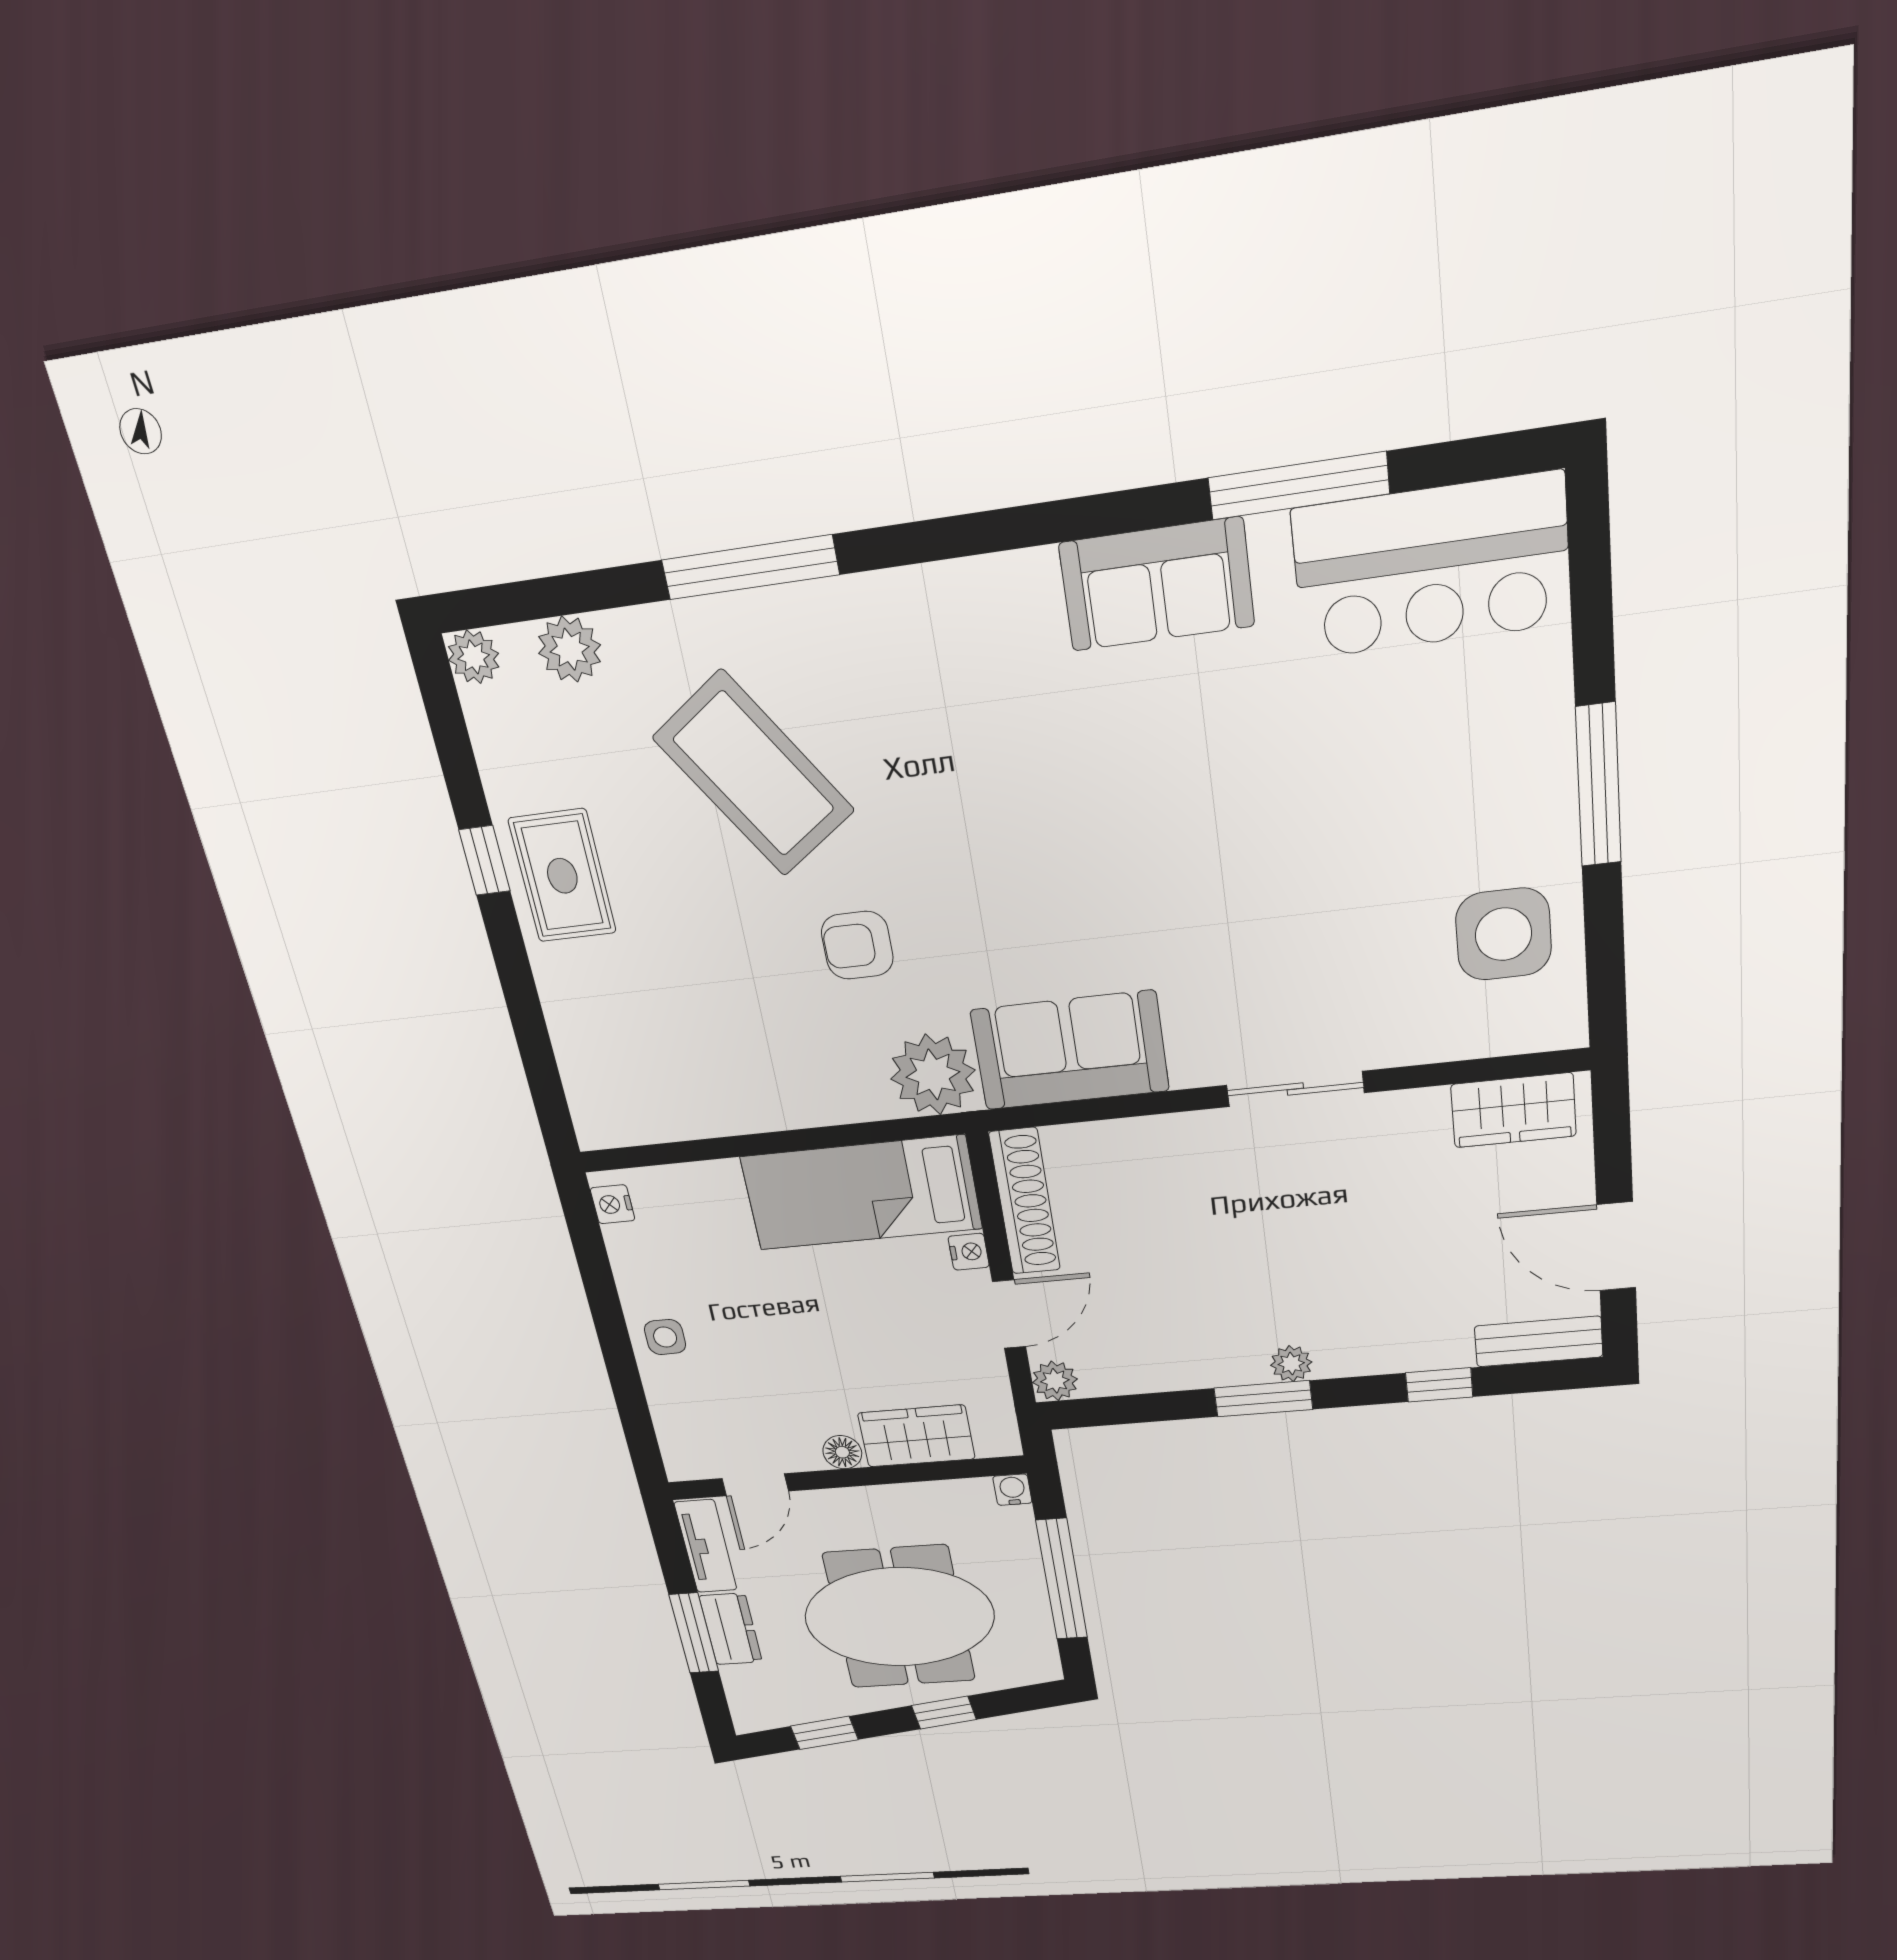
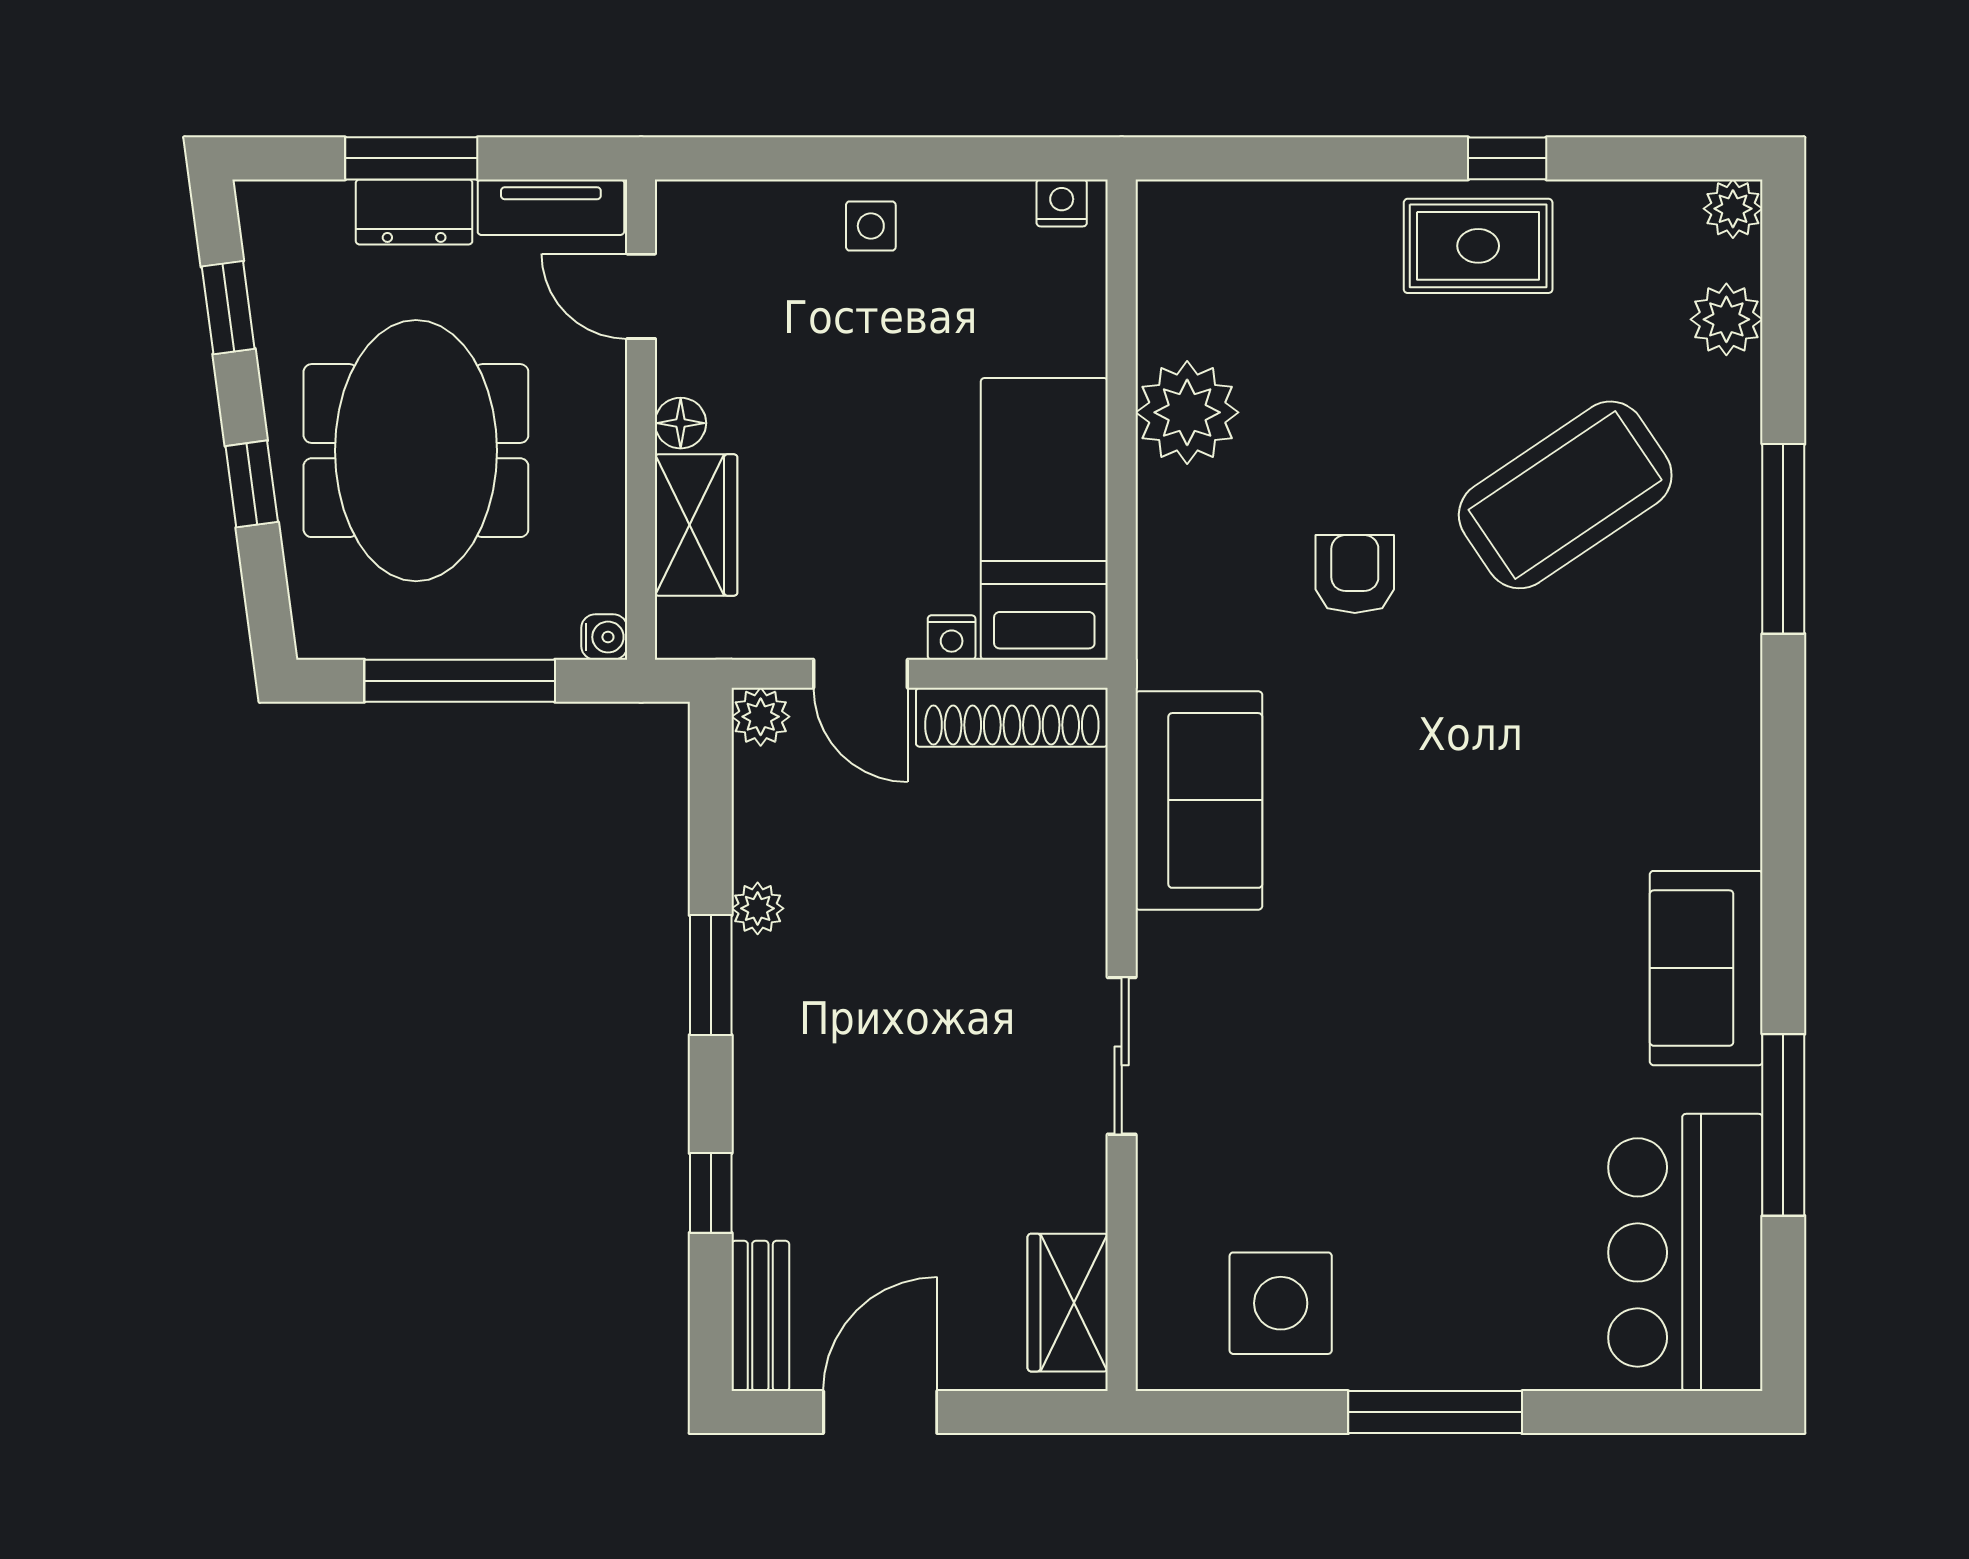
plant: (933, 1075) -> (1187, 412), moved
plant: (1291, 1364) -> (758, 908), moved

